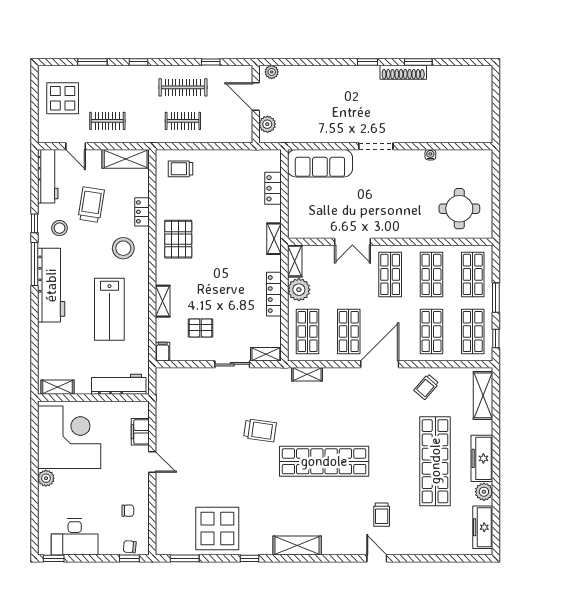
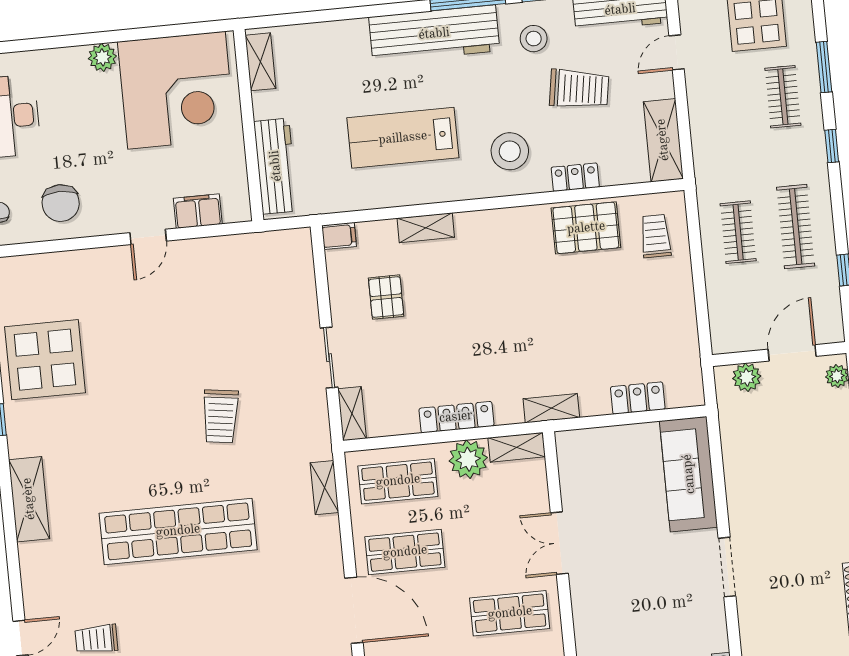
clothes rail: (107, 121) -> (783, 97), moved
pallet: (178, 239) -> (586, 228), moved
shop shelf: (324, 461) -> (178, 531), turned 90
chair: (128, 511) -> (61, 203), width x1.87, depth x1.87

